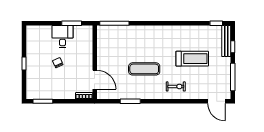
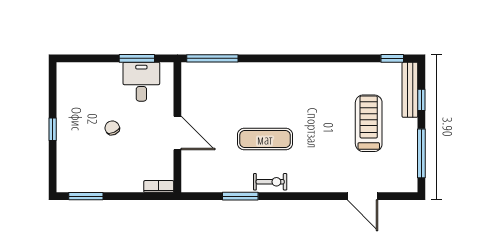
desk: (63, 36) -> (141, 82), moved
treadmill: (192, 59) -> (369, 123), moved, turned -90
door: (95, 80) -> (177, 133), moved
exercise bike: (176, 86) -> (270, 182), moved
door: (216, 101) -> (363, 196), moved

